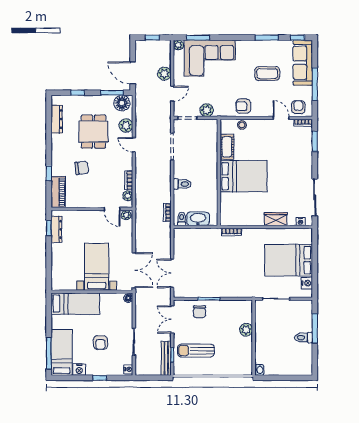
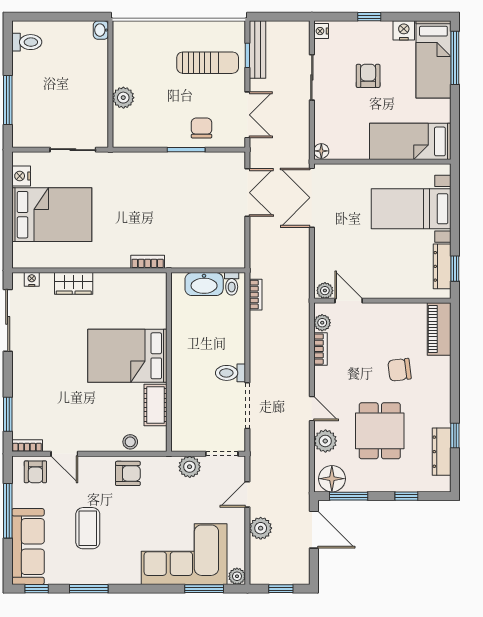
coffee table: (267, 74) -> (88, 528), turned 90
window: (49, 173) -> (455, 435), moved
toilet: (182, 184) -> (230, 373), moved
bed with nightstands: (97, 267) -> (411, 209), moved, turned 90
toilet: (303, 338) -> (27, 42), moved

